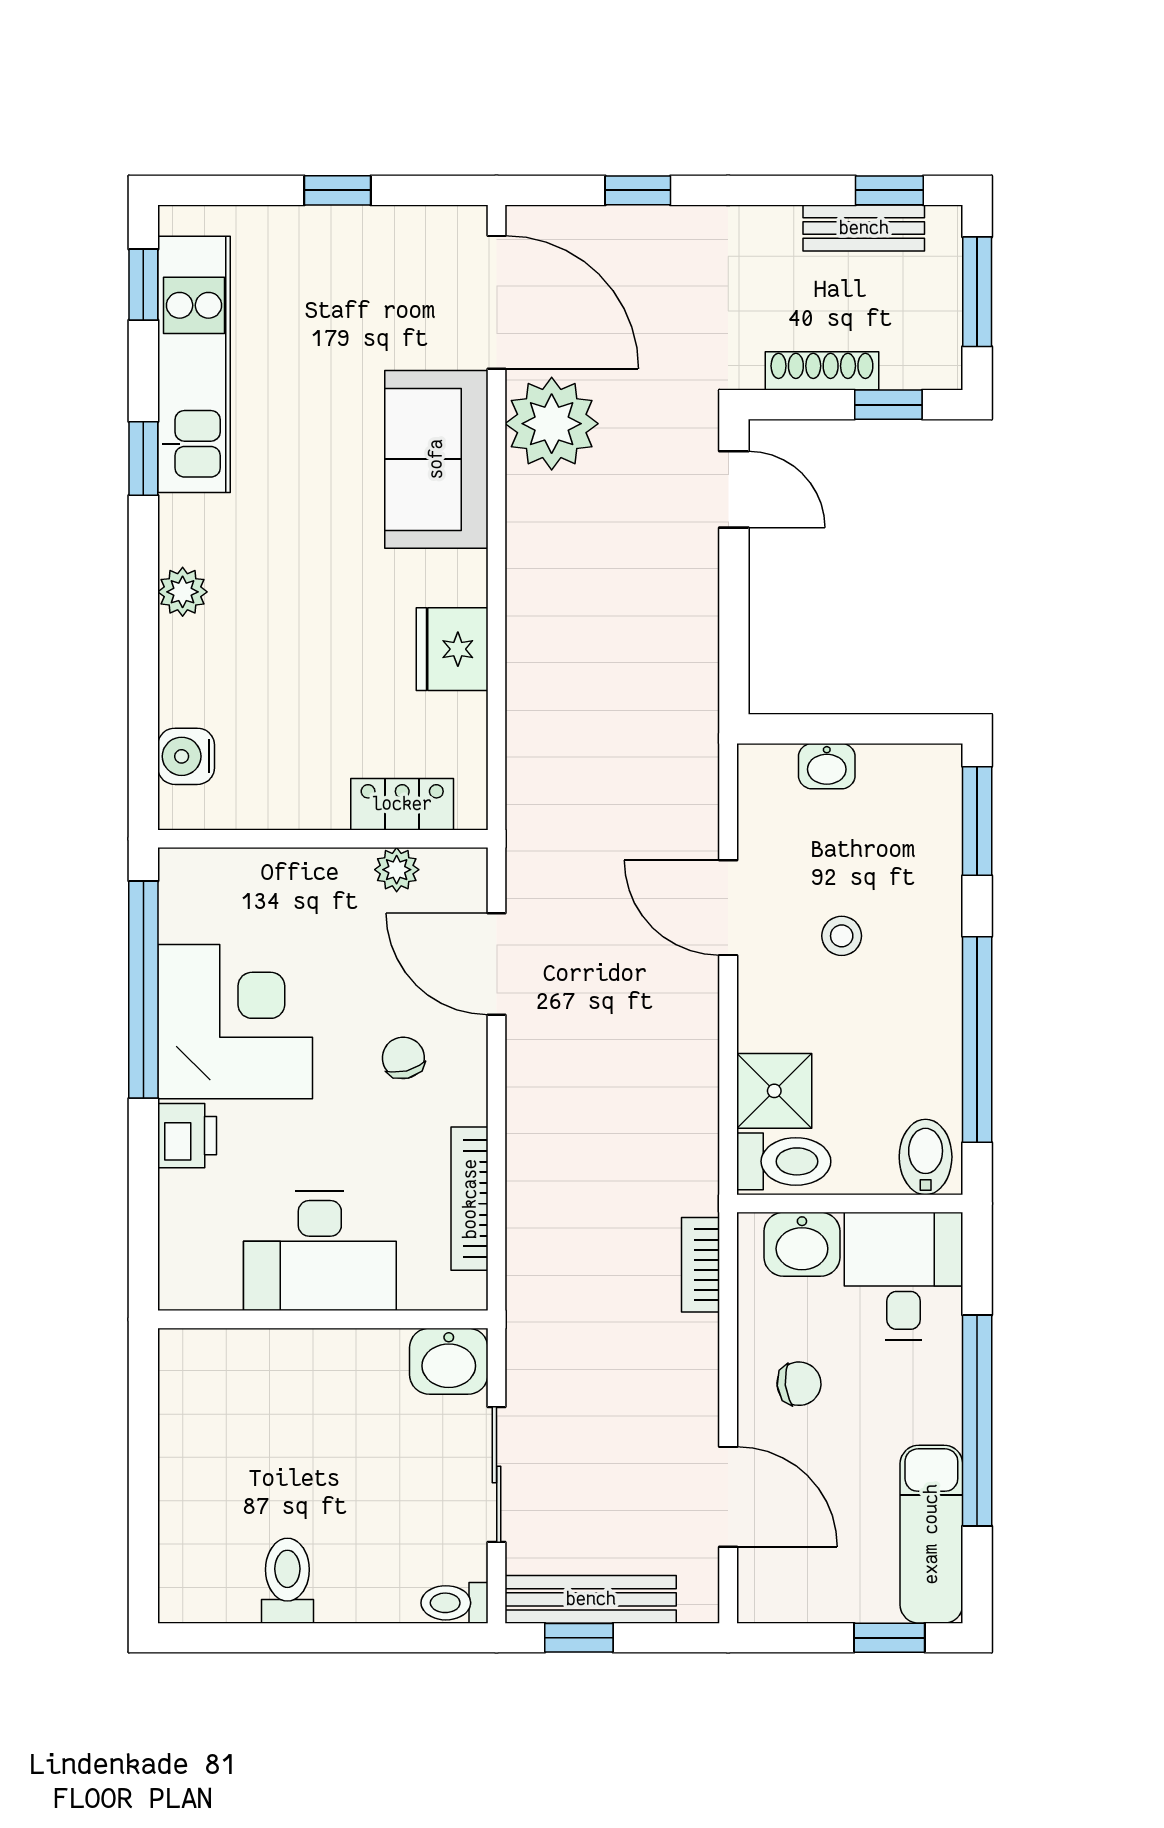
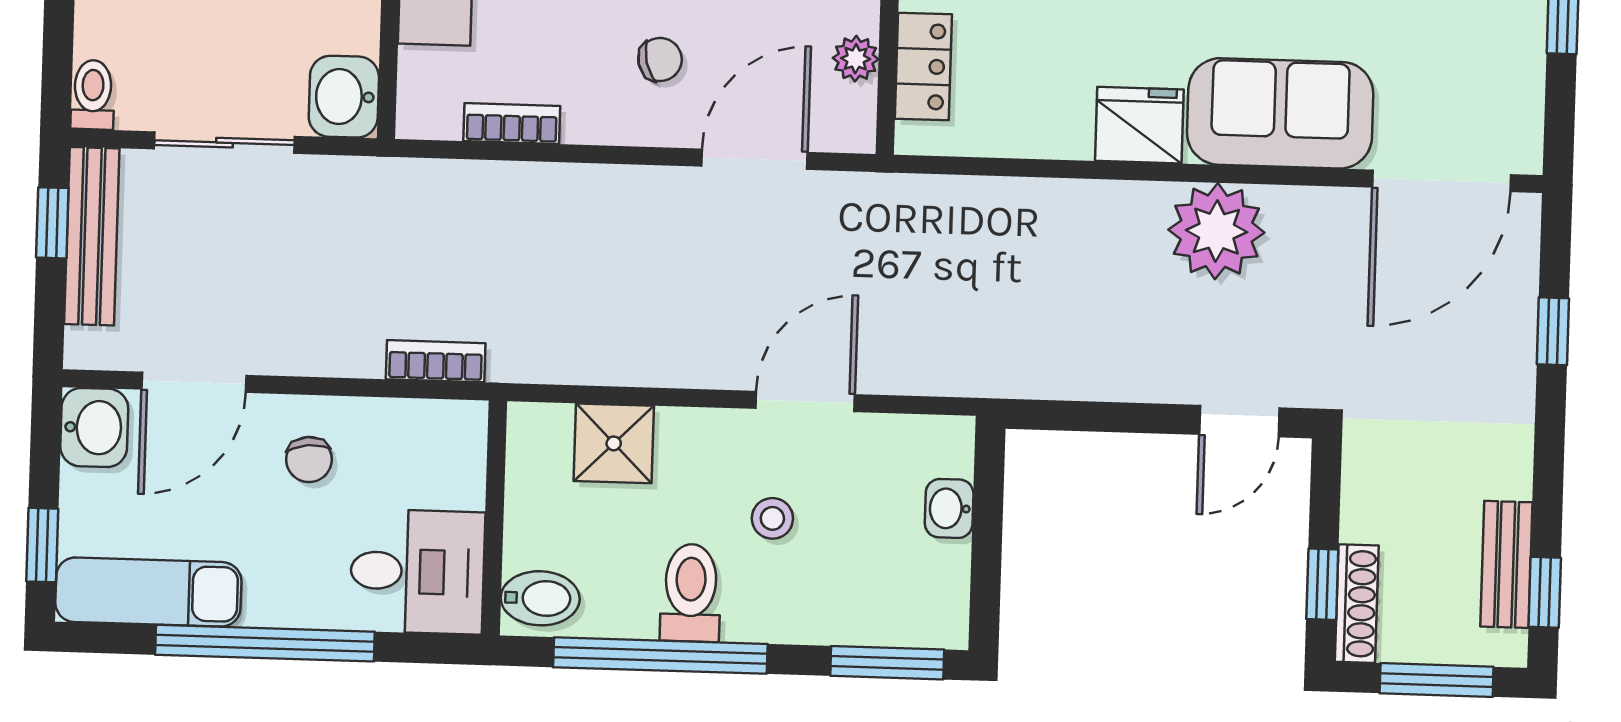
shoe rack: (822, 371) -> (1357, 604), moved
plant: (552, 424) -> (1216, 231), moved
fridge: (452, 649) -> (1139, 125), moved
toilet: (784, 1161) -> (691, 593), moved, turned 180
bookcase: (470, 1199) -> (512, 124), width x0.64
washbasin: (802, 1244) -> (94, 427), moved, turned 180

